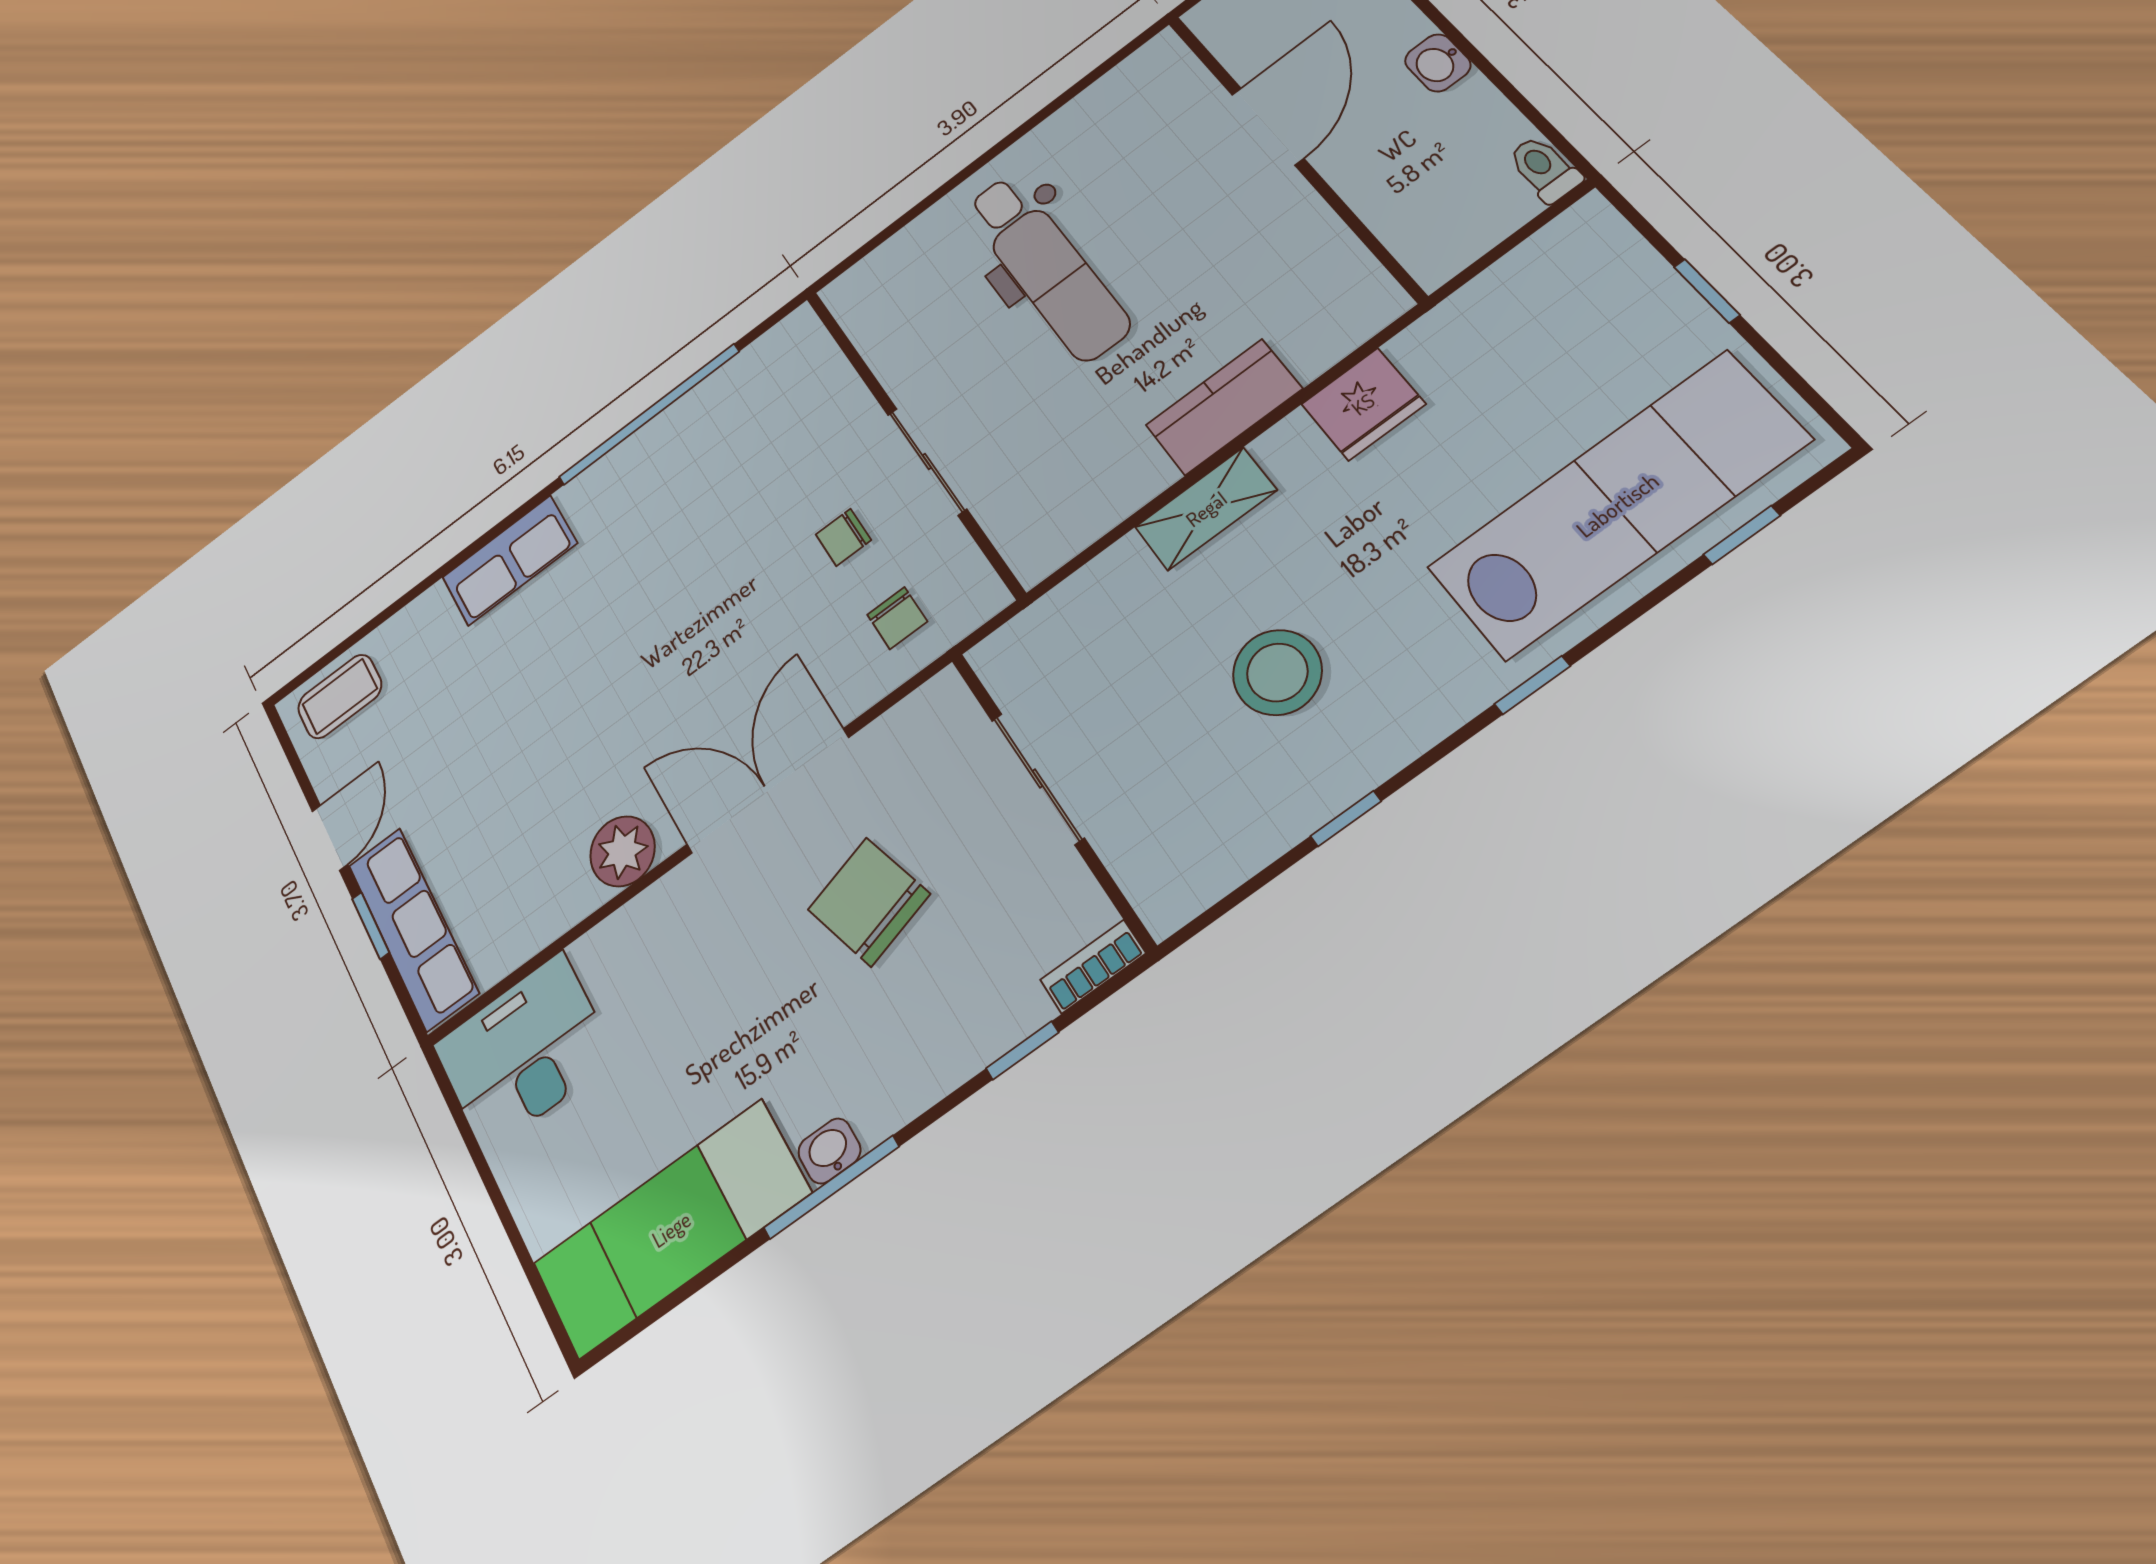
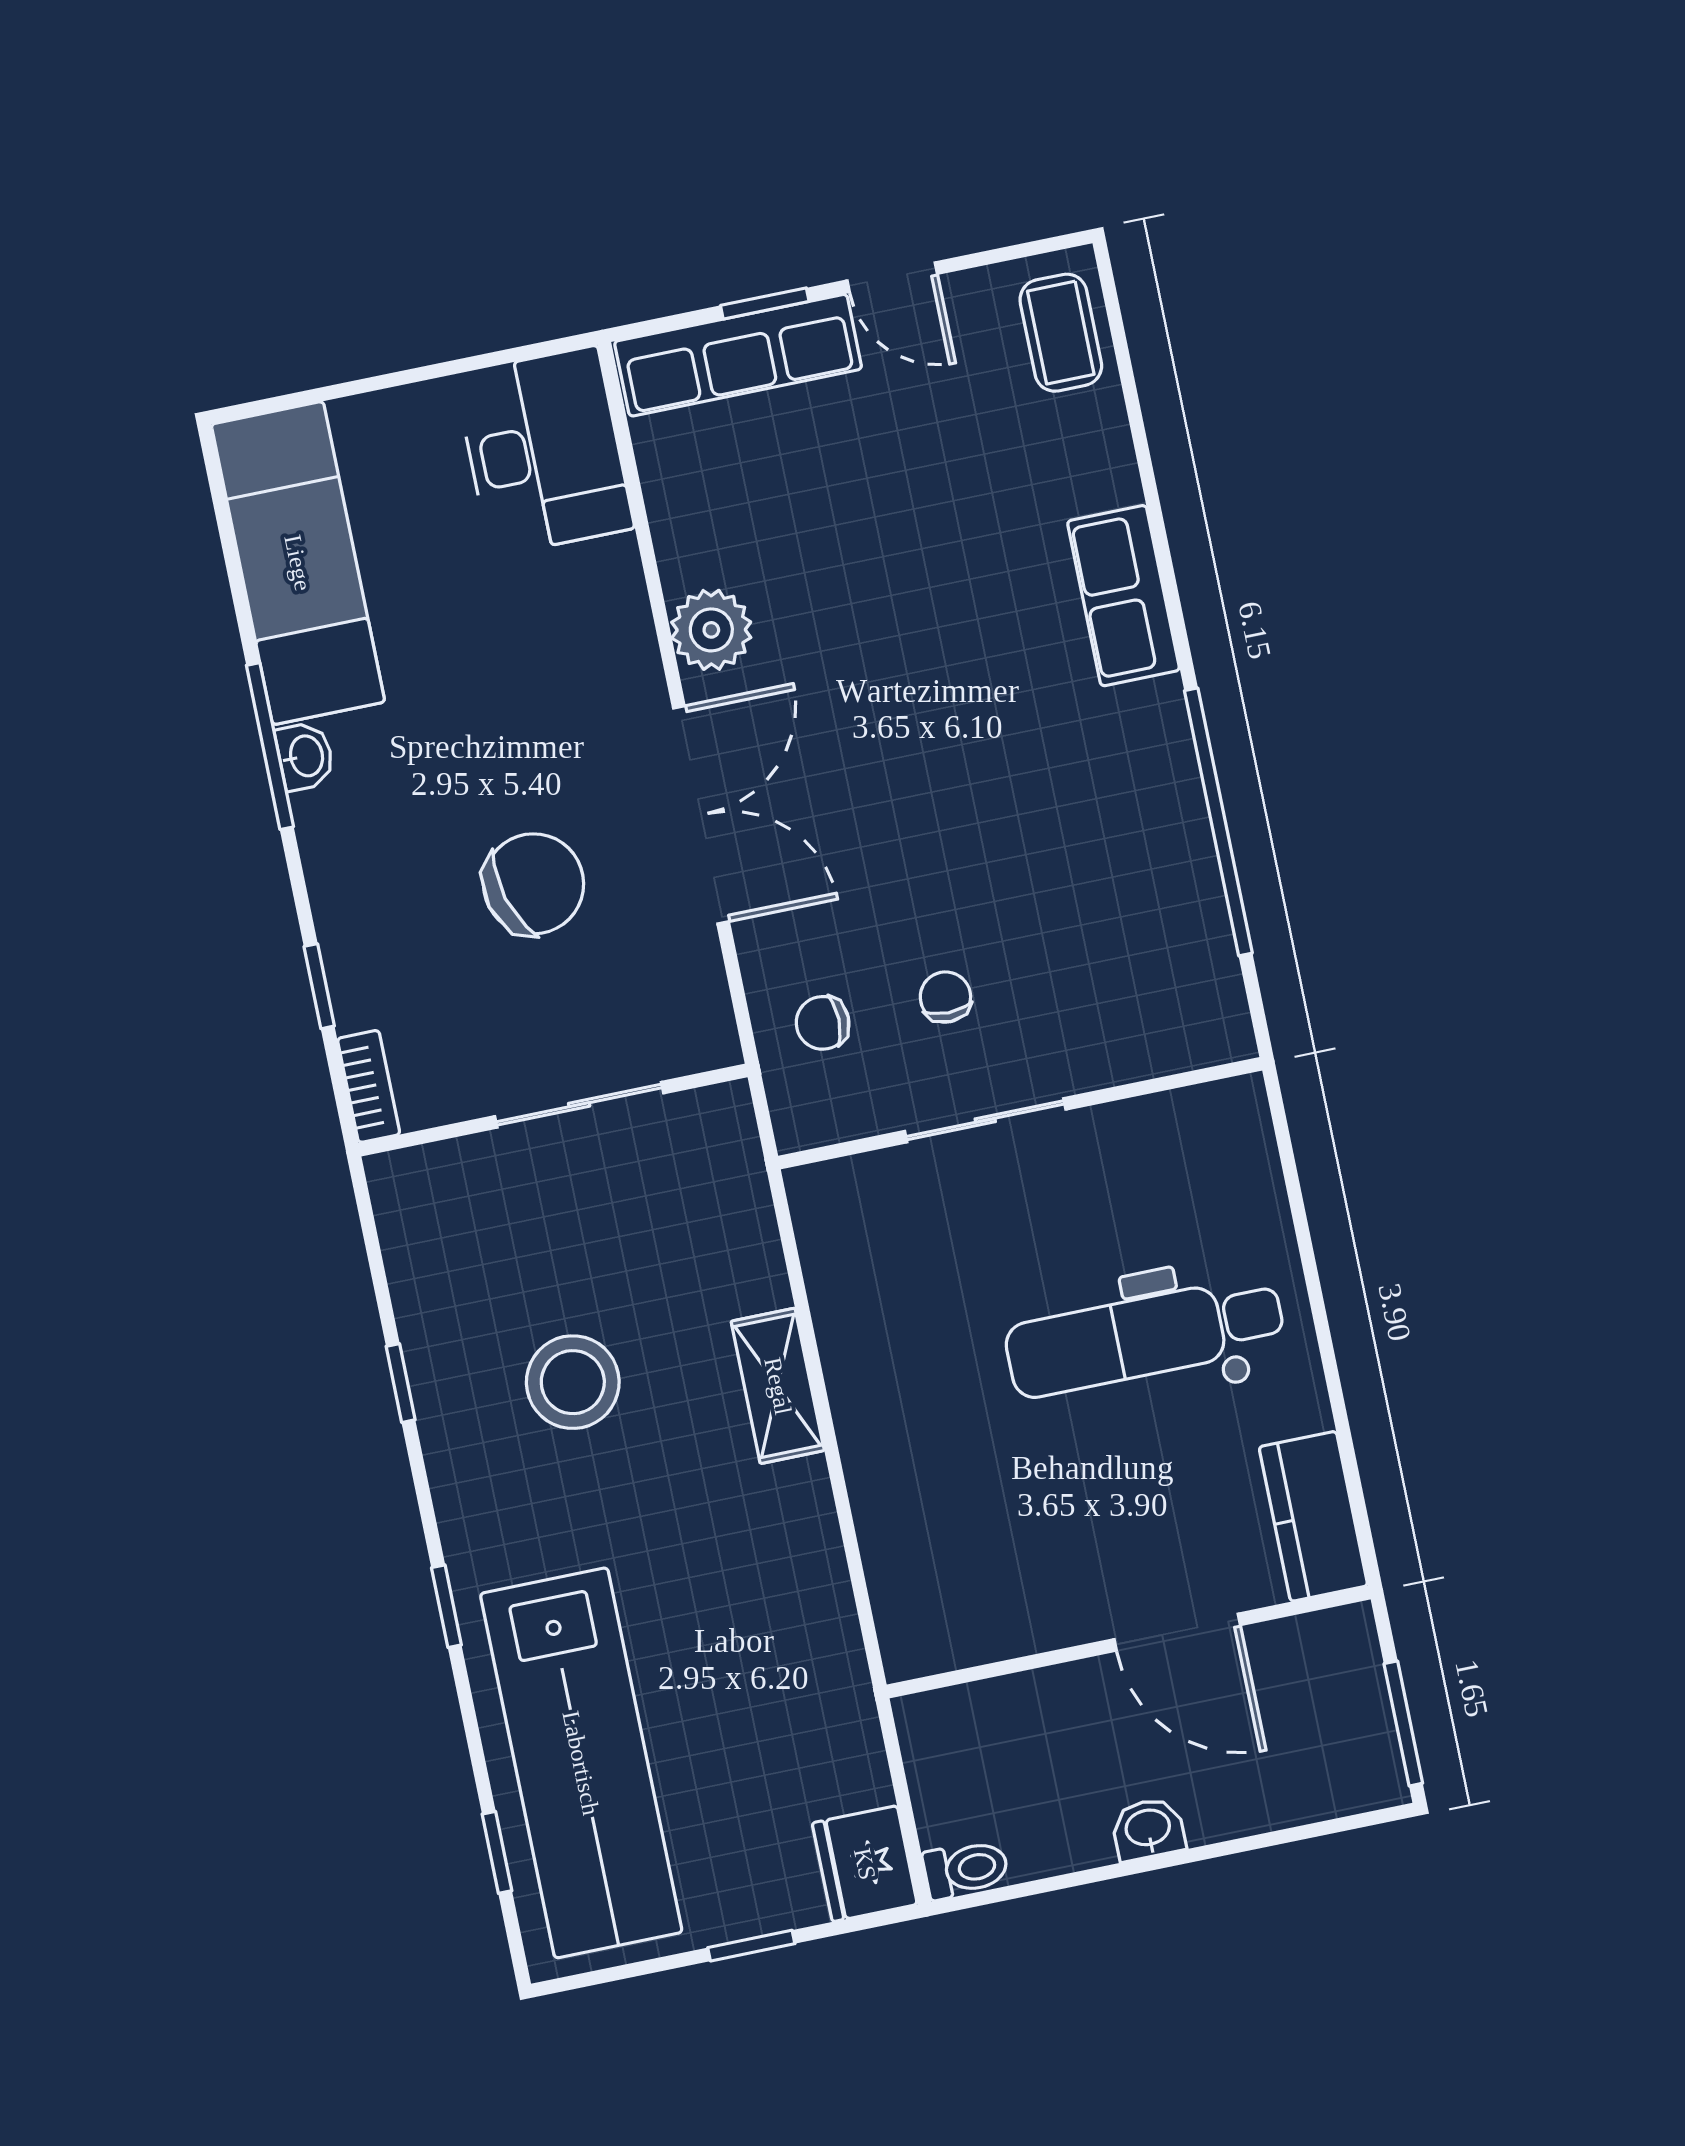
fridge: (1363, 404) -> (865, 1864), moved
kitchen counter: (1224, 407) -> (1313, 1516), moved, turned 180

